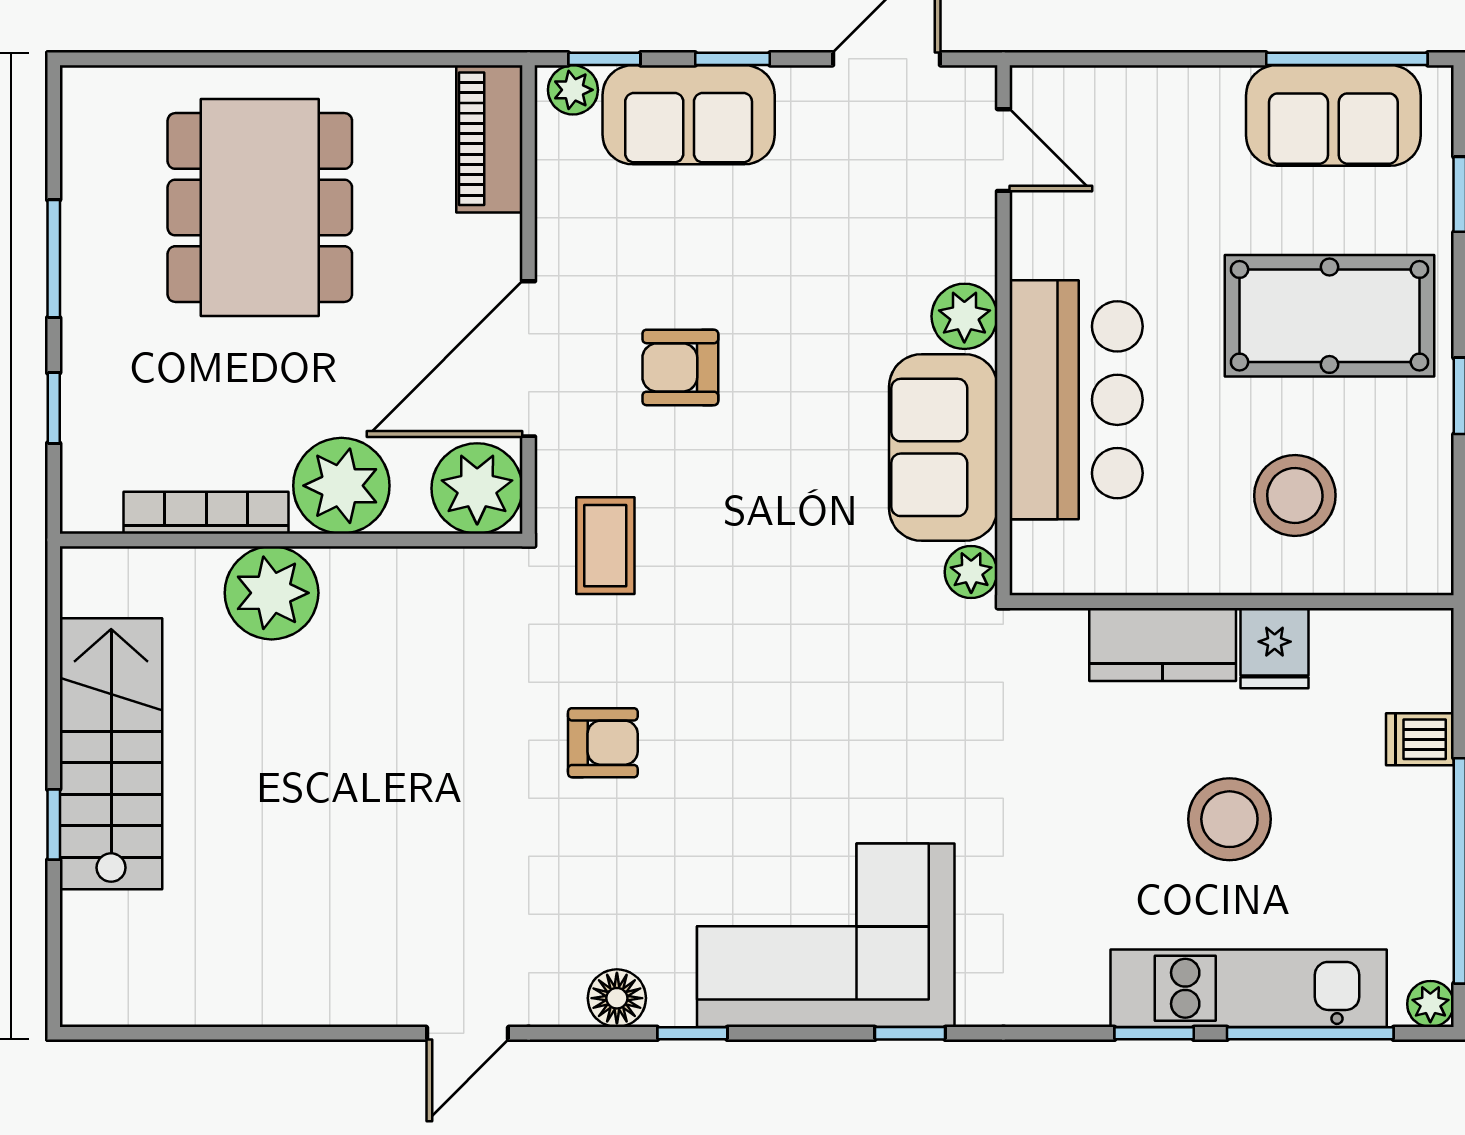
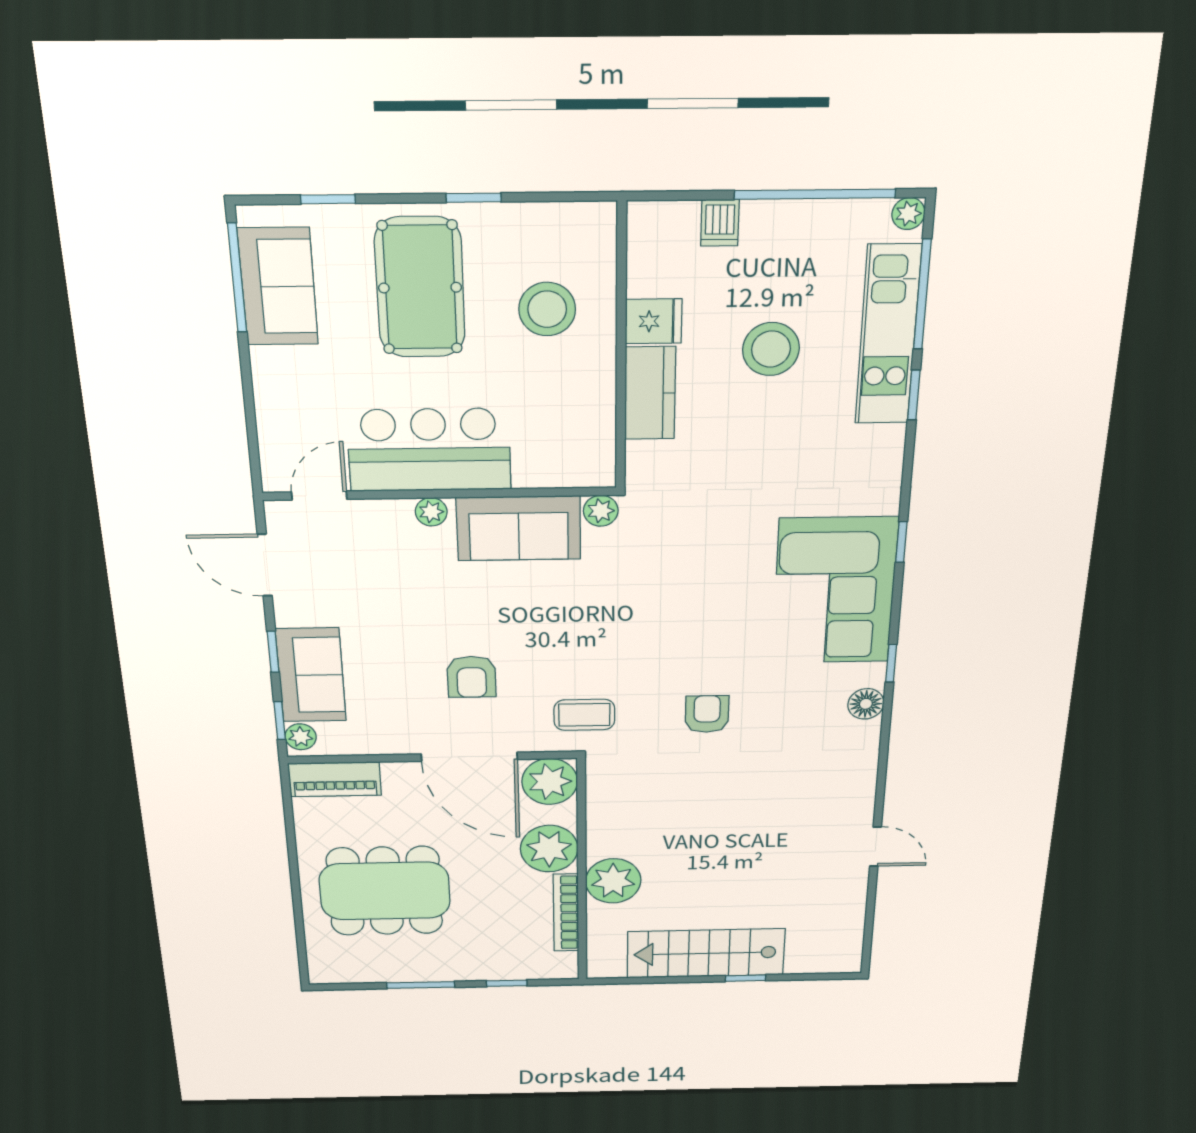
plant: (964, 316) -> (431, 512), width x0.73, depth x0.73
bar counter: (1076, 400) -> (429, 450), moved
door: (467, 1033) -> (875, 847), moved

